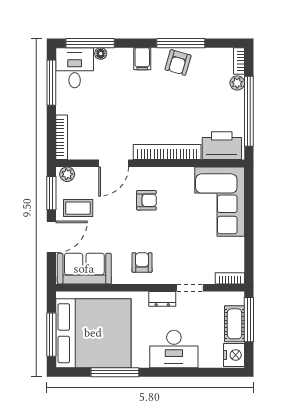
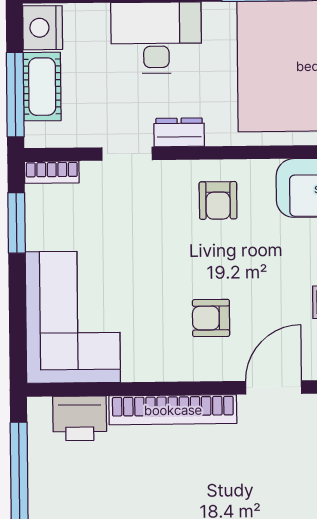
printer: (222, 146) -> (80, 418), width x0.73, depth x0.84
window: (249, 252) -> (17, 223), added

